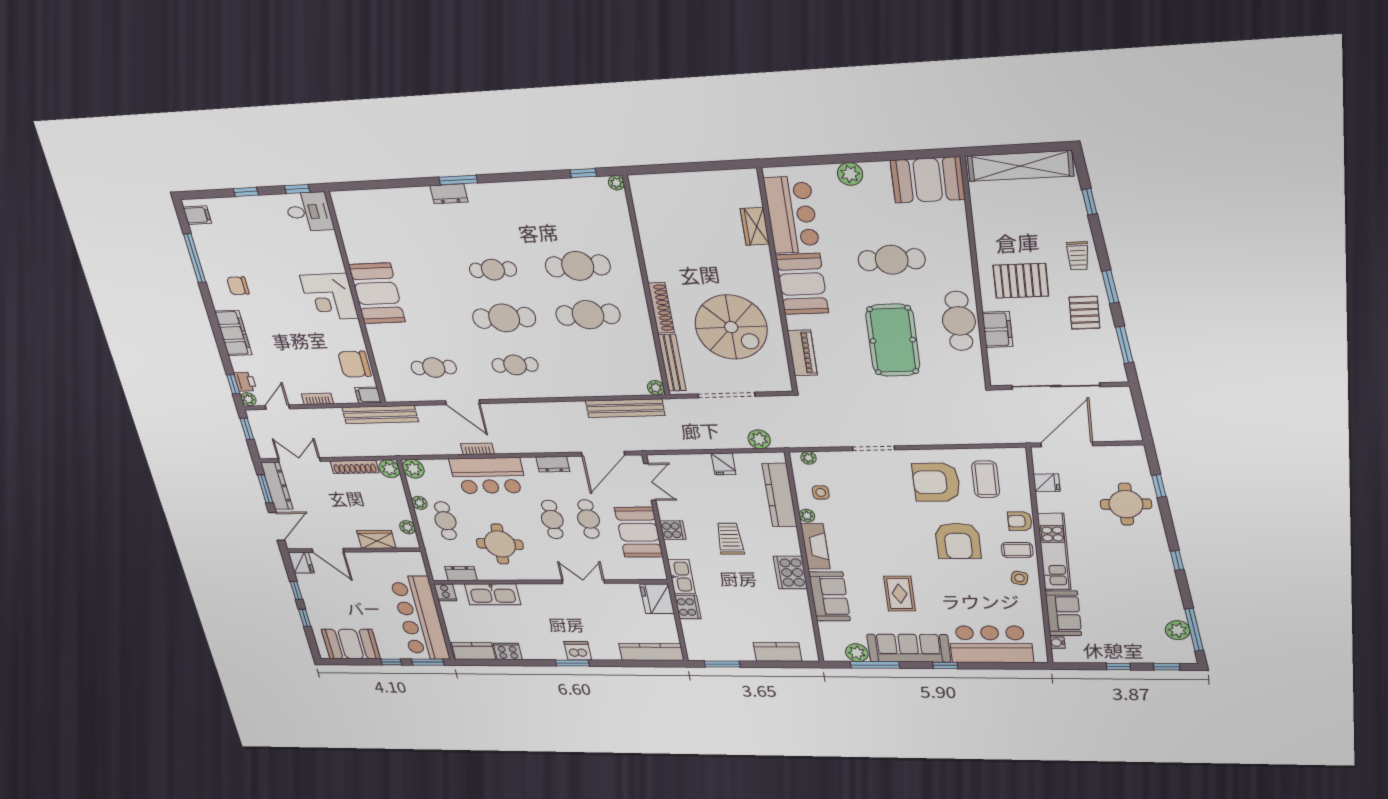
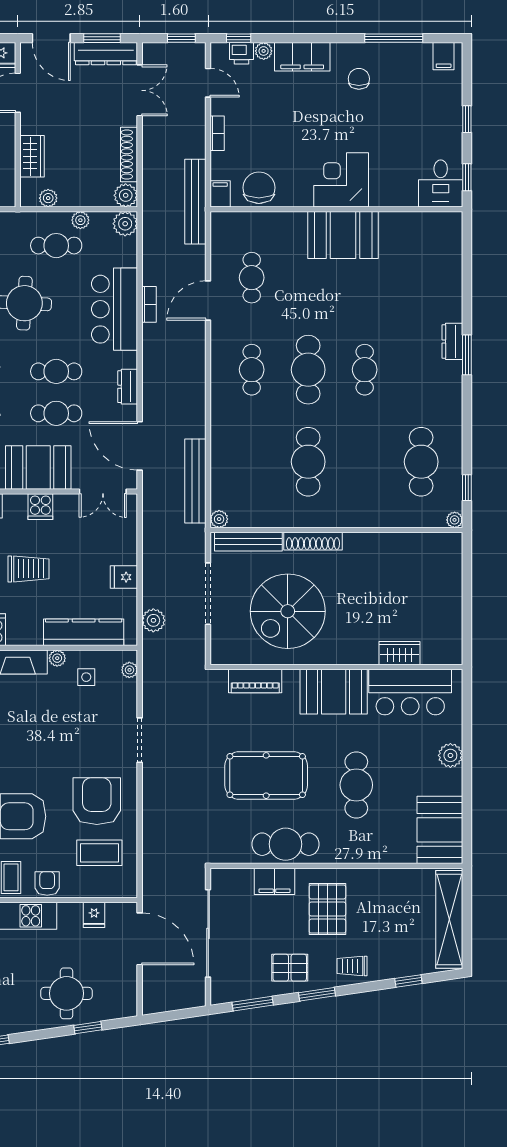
cafe table: (578, 266) -> (421, 462), moved
plant: (248, 399) -> (264, 51), moved

